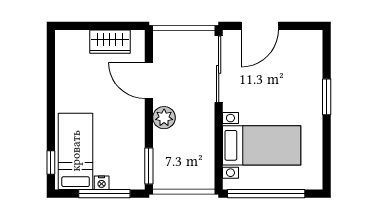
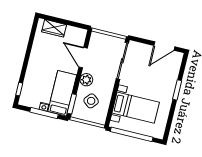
door: (260, 26) -> (164, 46), moved
wardrobe: (110, 42) -> (54, 28), moved
bed: (76, 151) -> (62, 93), moved
side table: (181, 152) -> (91, 101), added

